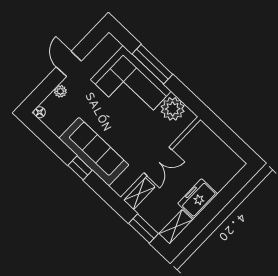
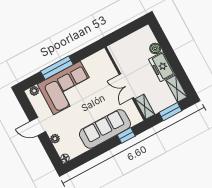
plant: (173, 109) -> (34, 91), moved, width x0.53, depth x0.53
double door: (158, 161) -> (126, 86), swing flipped
window: (80, 168) -> (126, 135), moved
boiler: (219, 183) -> (155, 48), added

